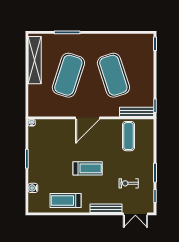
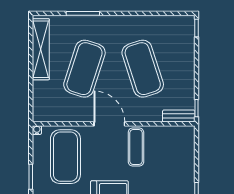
bench: (137, 112) -> (179, 116), width x0.73
door: (88, 118) -> (109, 124), swing flipped
exercise mat: (128, 136) -> (136, 147), moved
exercise mat: (54, 143) -> (65, 157), added

